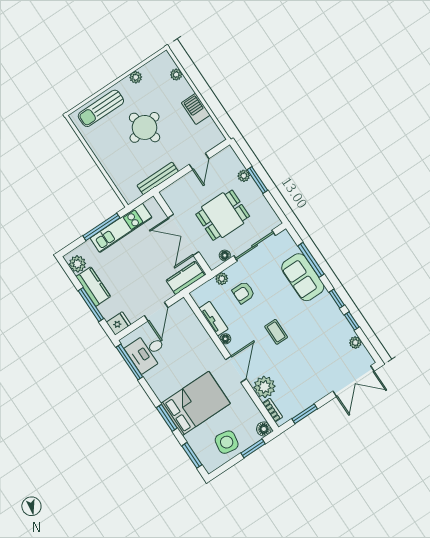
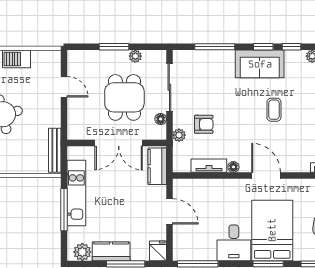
plant: (244, 176) -> (135, 56), moved
bench: (158, 178) -> (55, 150), moved
sofa: (303, 277) -> (260, 64), moved
armchair: (243, 293) -> (204, 124), turned -90
coffee table: (276, 332) -> (274, 110), moved, turned 90
desk: (147, 352) -> (234, 243), moved
plant: (264, 387) -> (298, 161), removed

